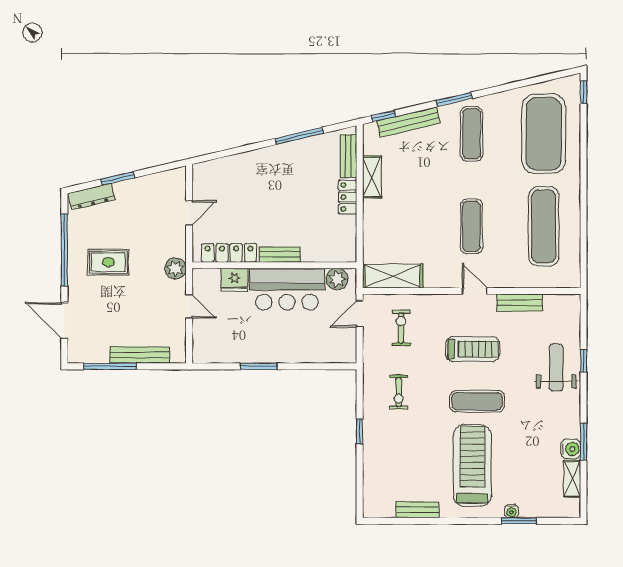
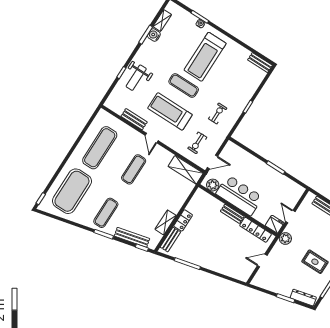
fridge: (234, 280) -> (275, 224), moved
treadmill: (473, 349) -> (170, 111), width x1.37, depth x1.38
bench: (417, 510) -> (260, 63), moved

